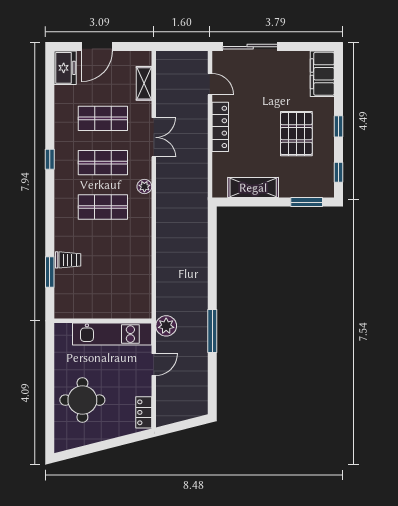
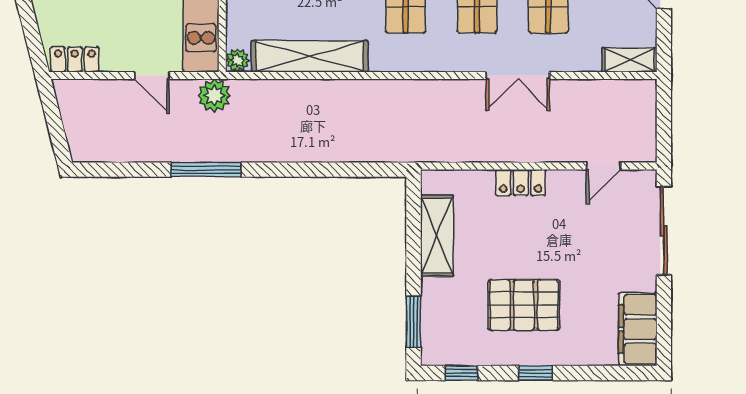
filing cabinet: (322, 74) -> (638, 329), moved, turned -90
shelving: (144, 83) -> (630, 60), moved
locker: (220, 127) -> (521, 183), width x0.66
plant: (144, 187) -> (237, 60), moved
shelving: (142, 267) -> (310, 56), added

